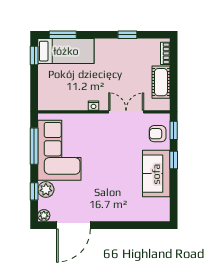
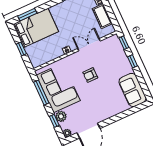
bed: (66, 51) -> (36, 28), width x1.50
window: (34, 55) -> (21, 49), moved
armchair: (158, 134) -> (90, 75), moved
sofa: (156, 174) -> (132, 90), moved

